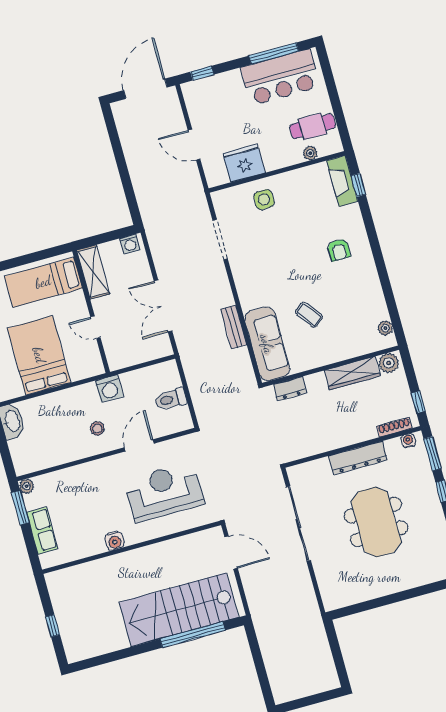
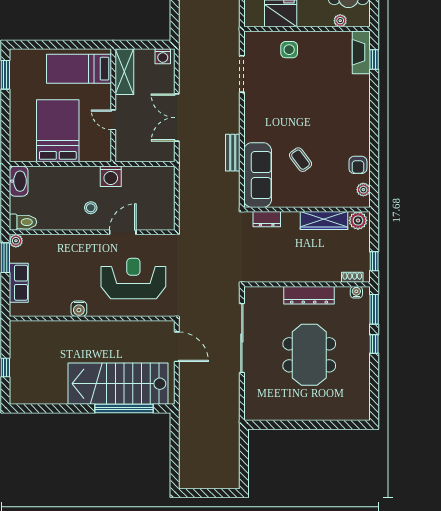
armchair: (339, 250) -> (358, 165), moved
toilet: (171, 399) -> (23, 222), moved, turned 180
shoe rack: (394, 427) -> (352, 277), width x0.70

